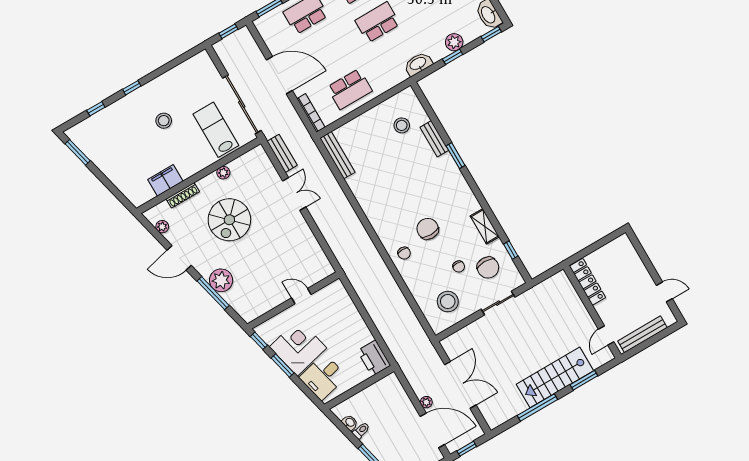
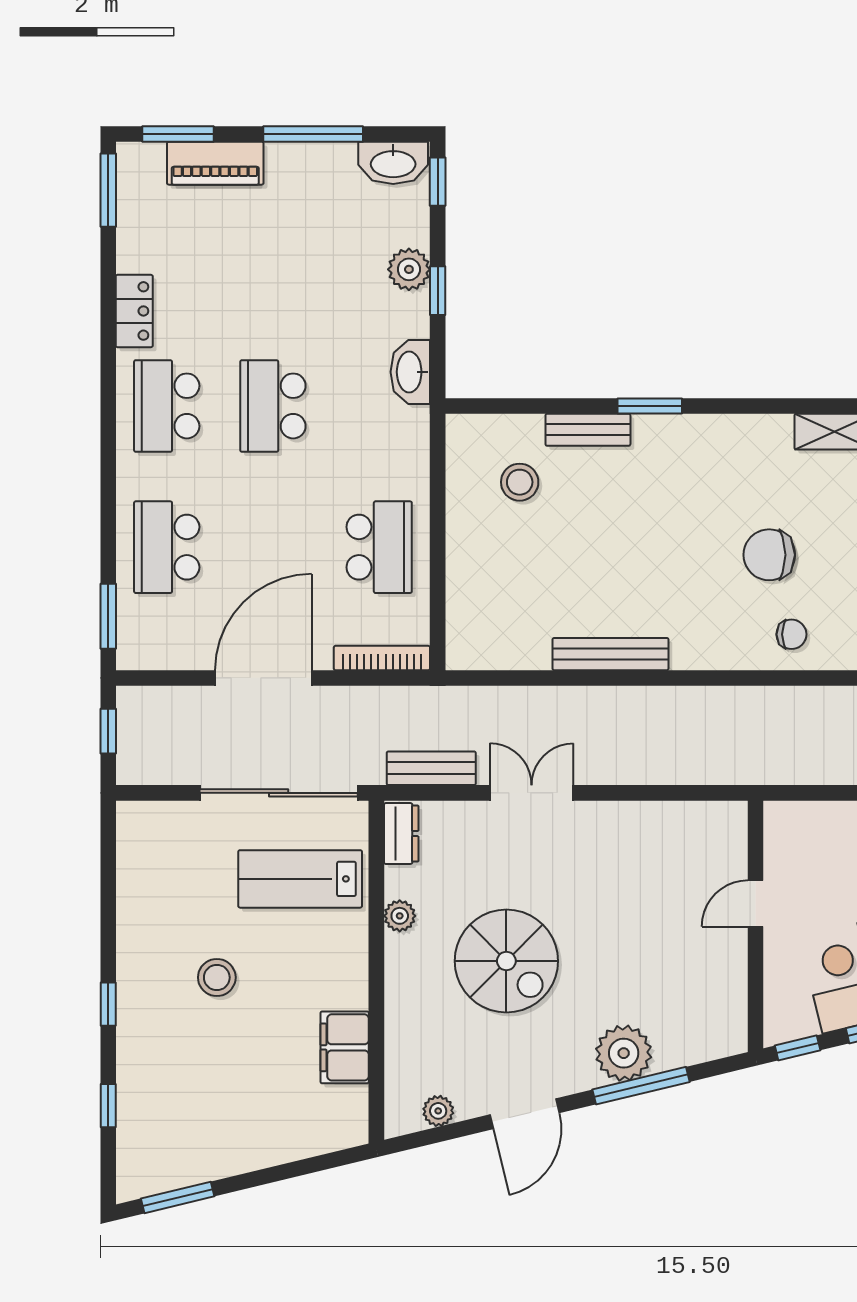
bench: (337, 155) -> (610, 654), moved
dresser: (253, 156) -> (401, 834), added
shoe rack: (183, 195) -> (397, 1029), removed

